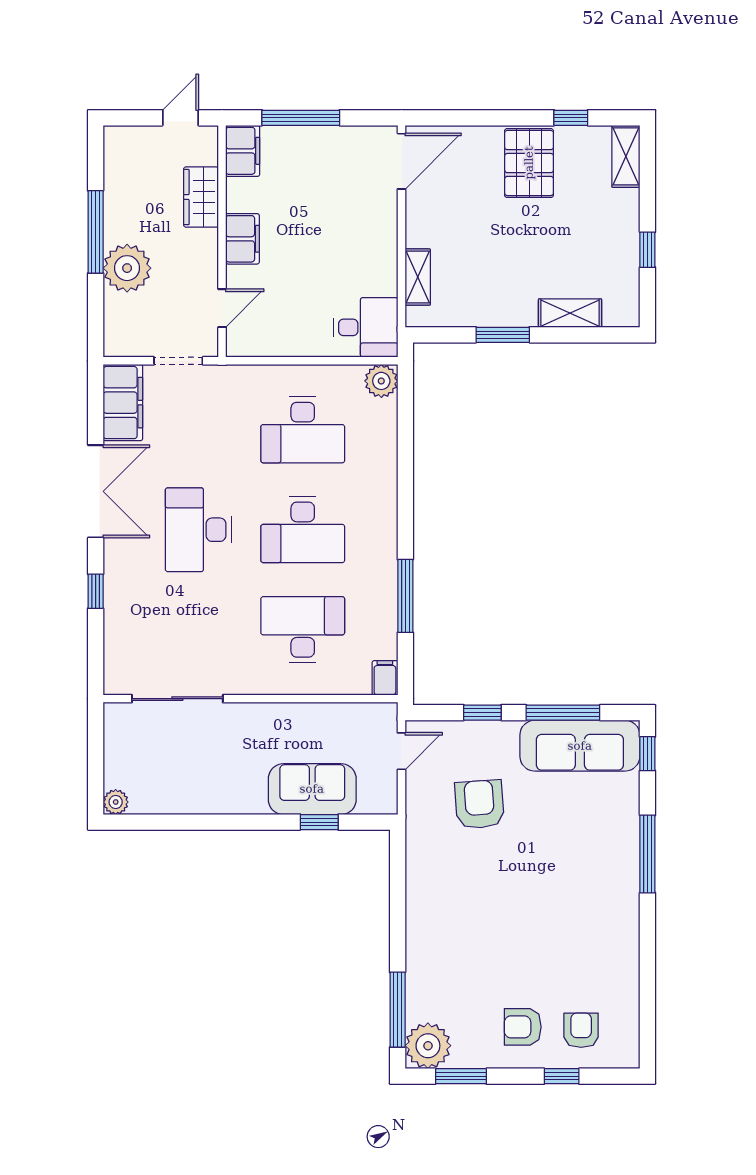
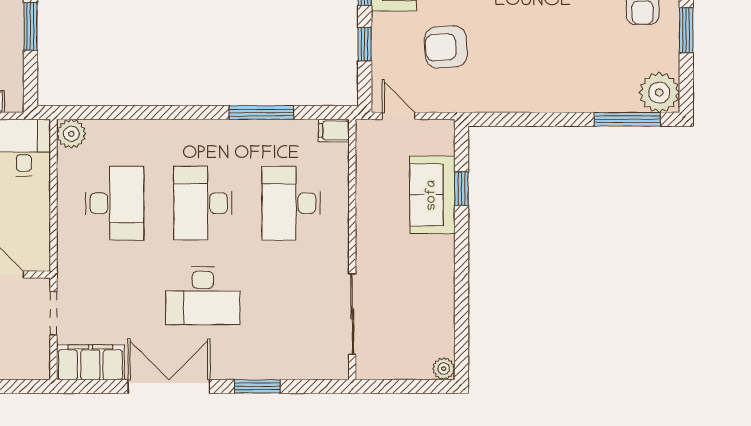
desk: (303, 530) -> (203, 203), turned 180
window: (96, 591) -> (257, 386), width x1.50
window: (461, 1076) -> (686, 30), moved

